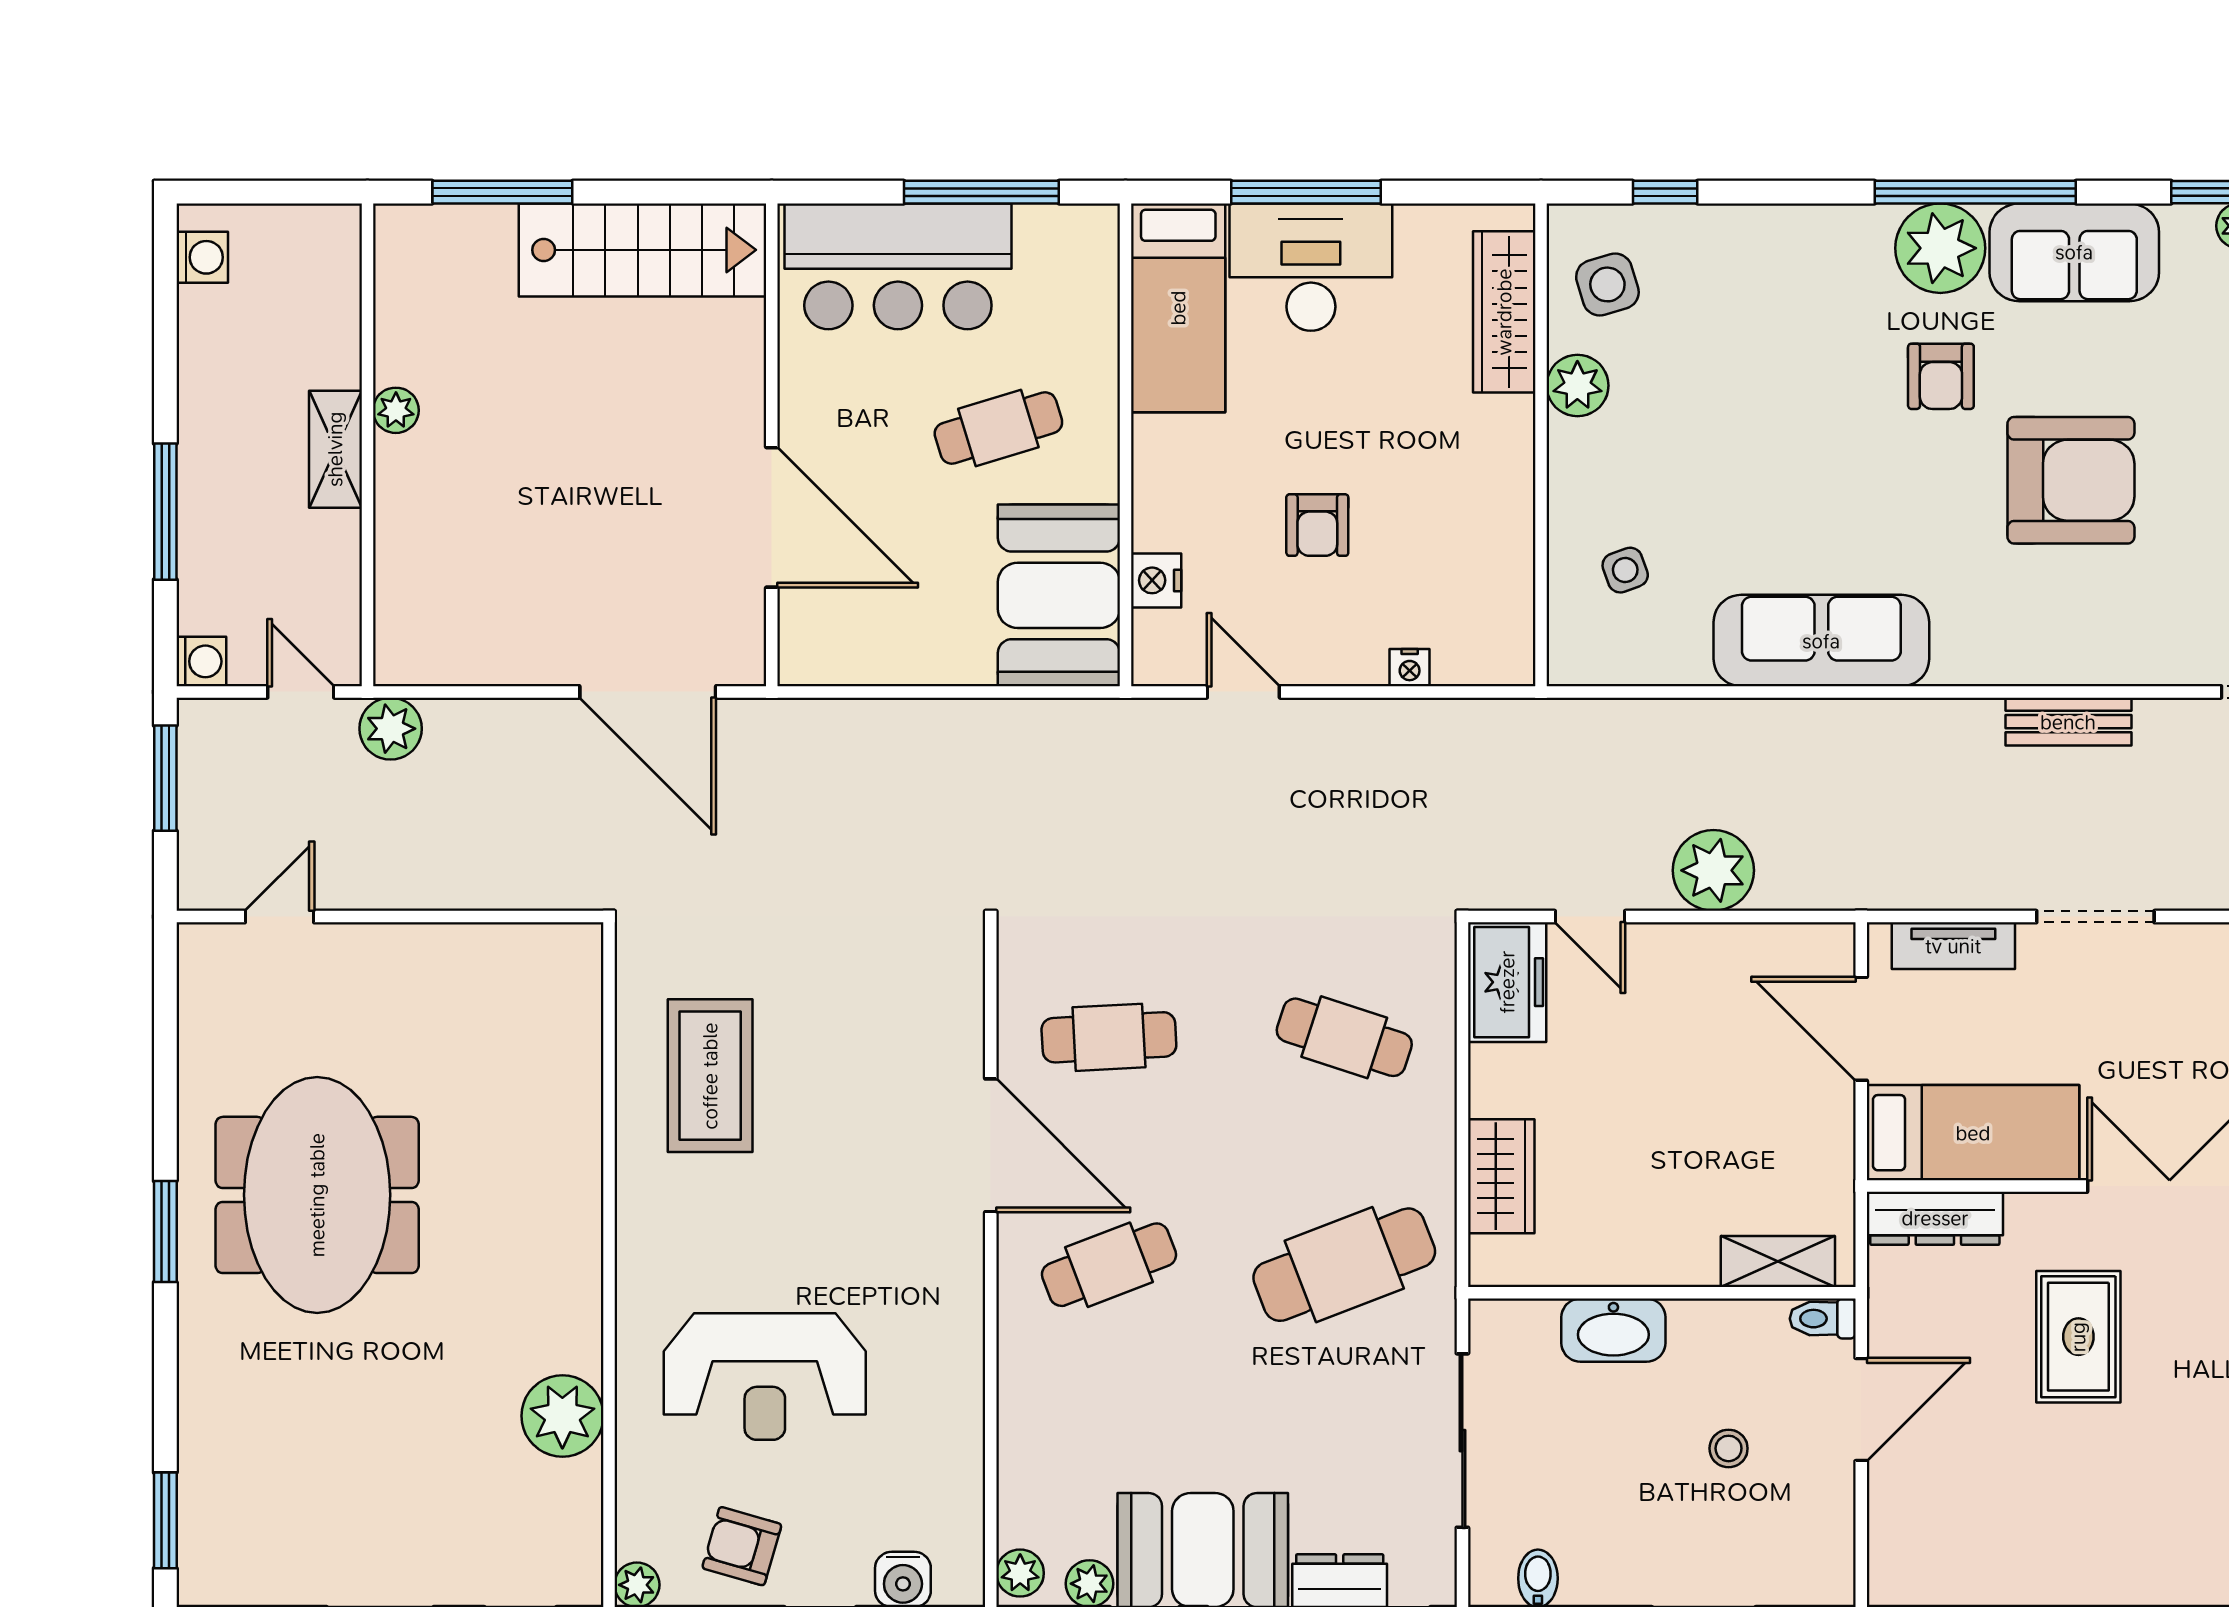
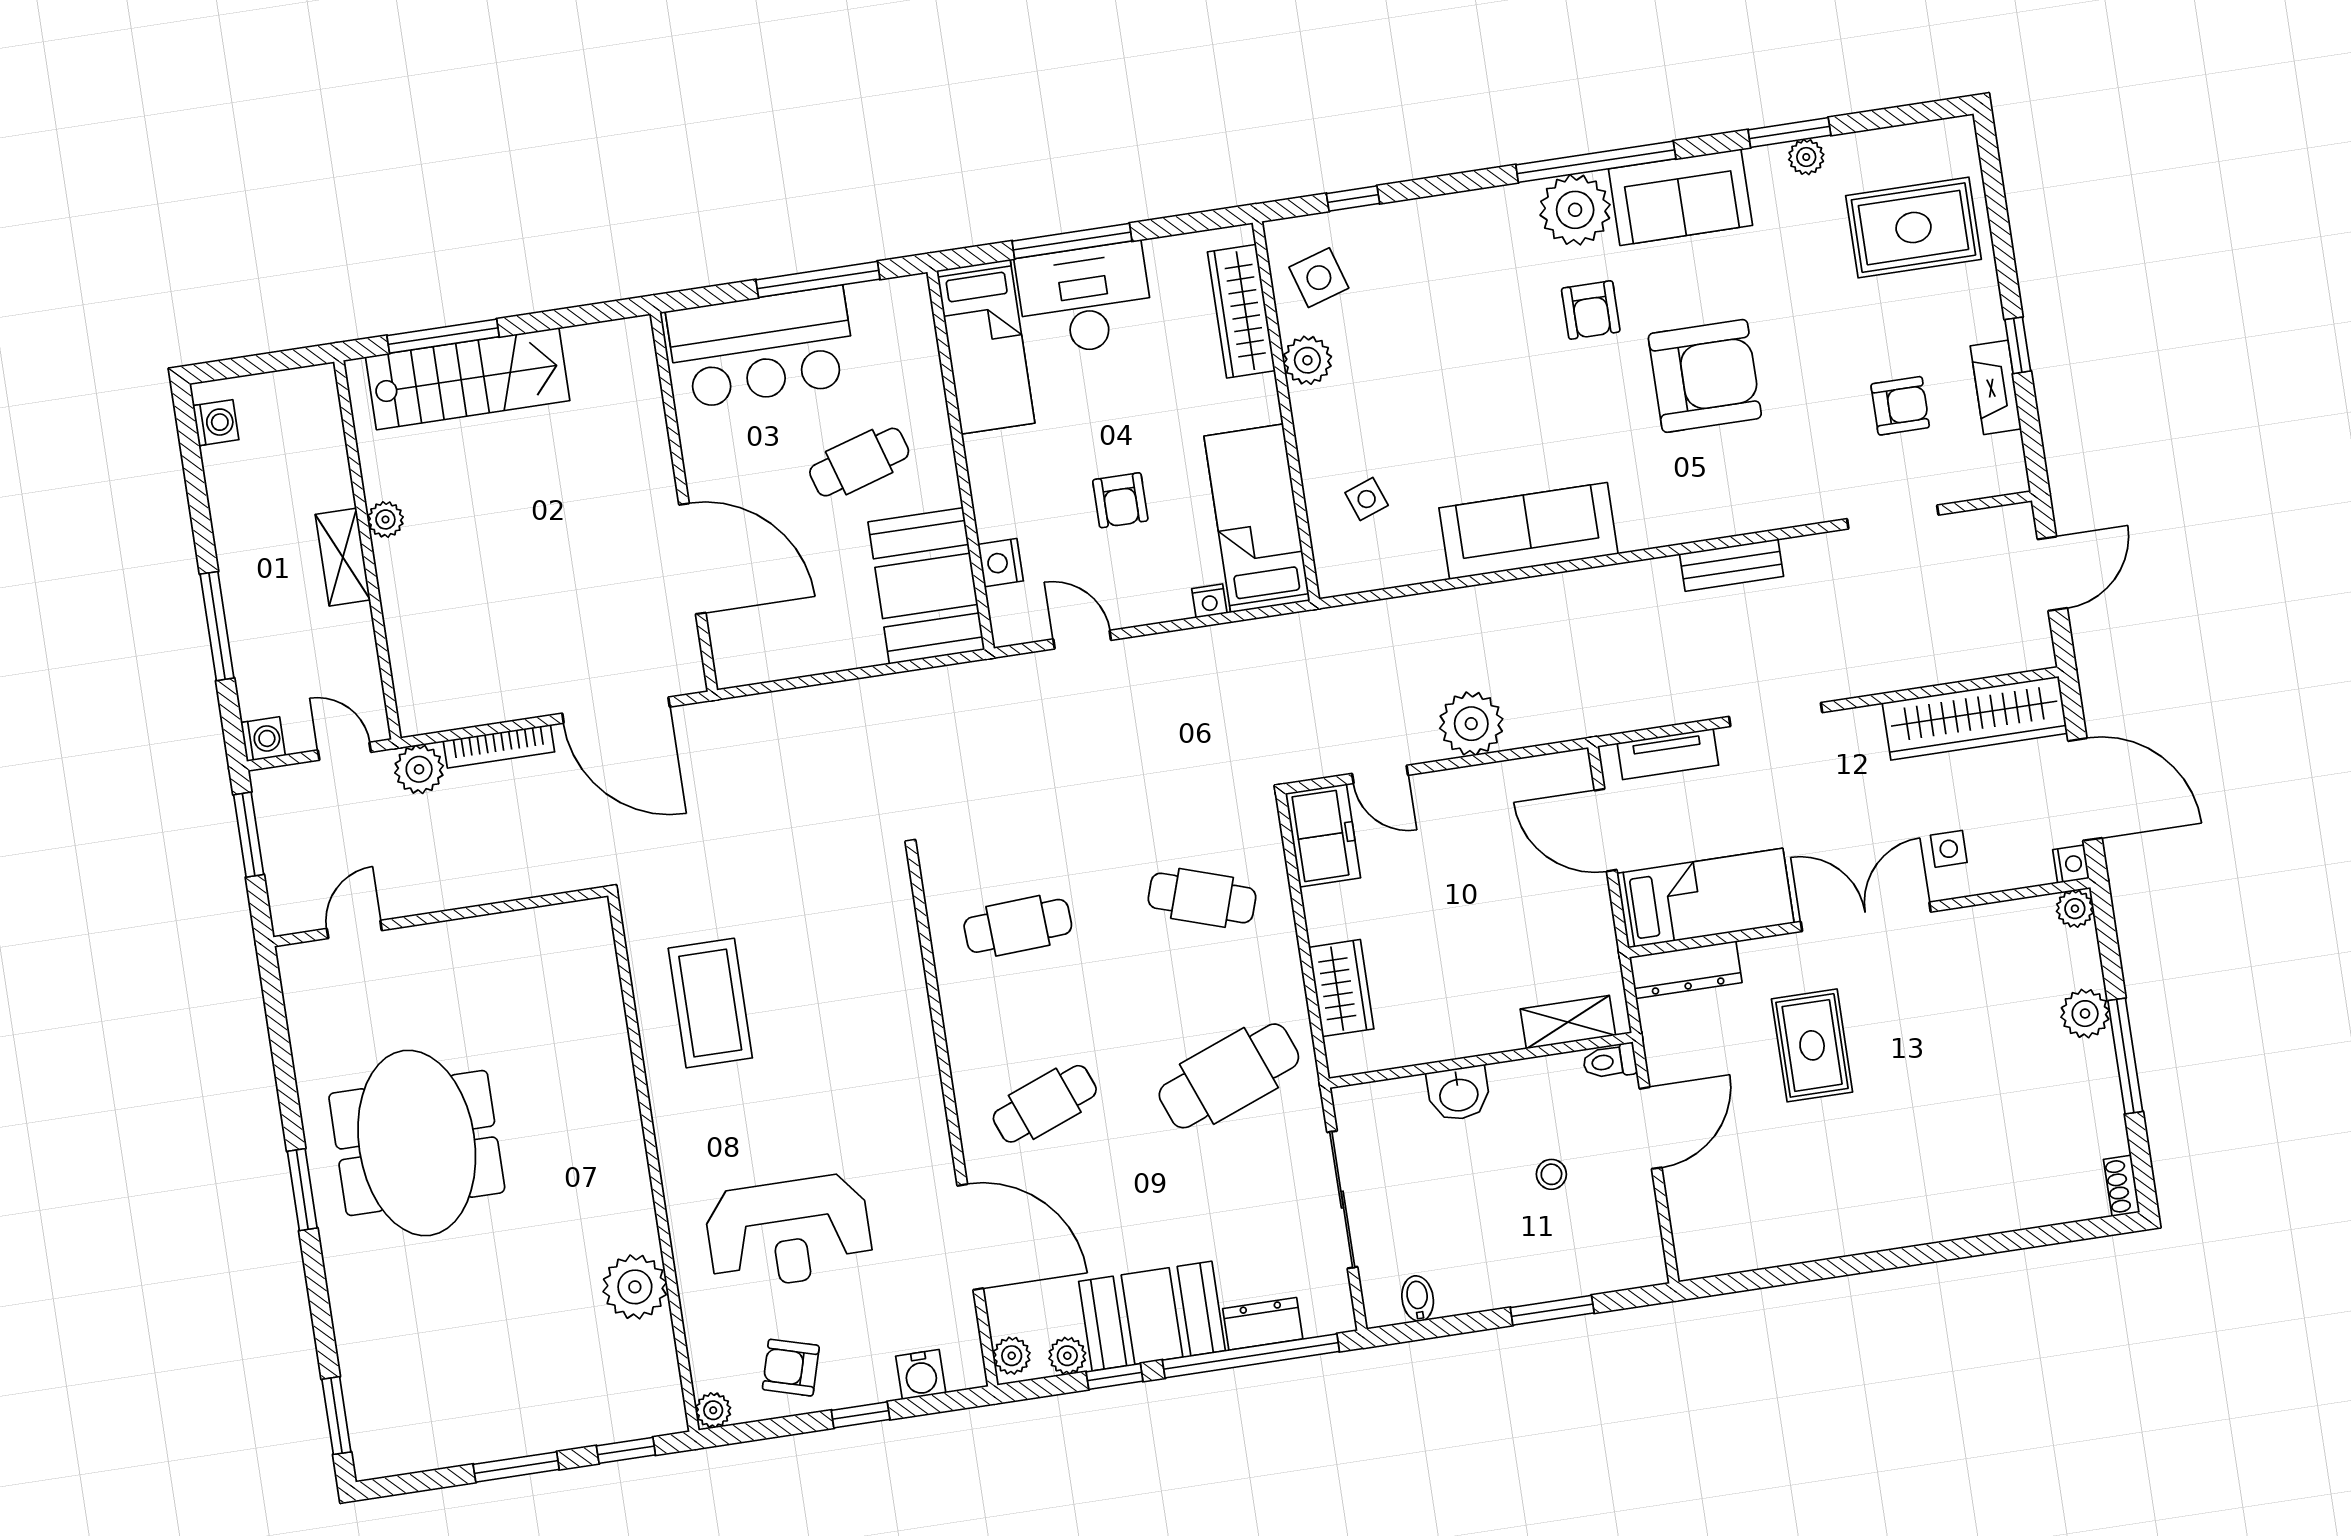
stairs: (643, 250) -> (468, 379), moved
bed: (1485, 573) -> (1257, 518), added
bookcase: (495, 715) -> (499, 746), added
door: (991, 1145) -> (970, 1237), moved
washbasin: (1613, 1330) -> (1459, 1094), width x0.72

